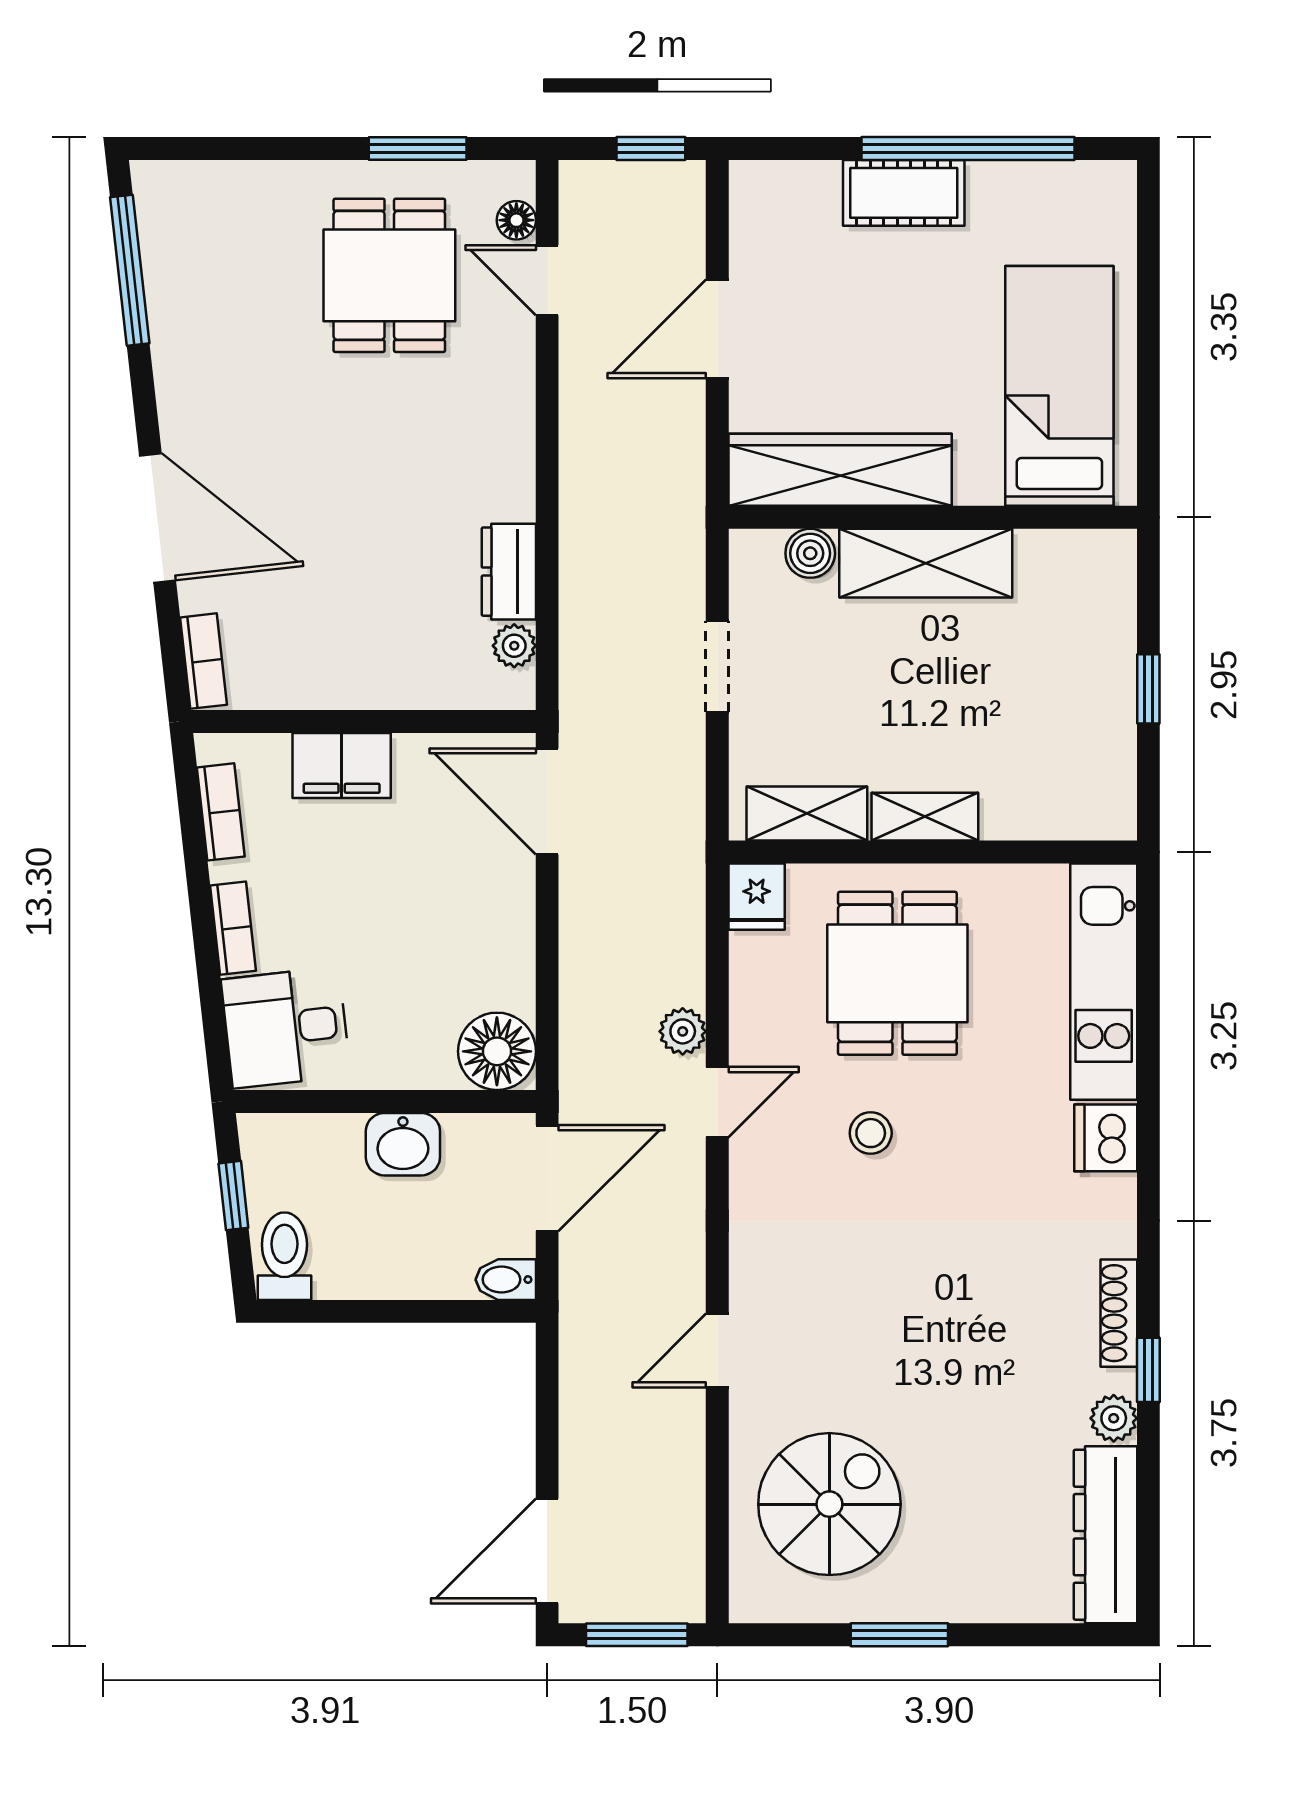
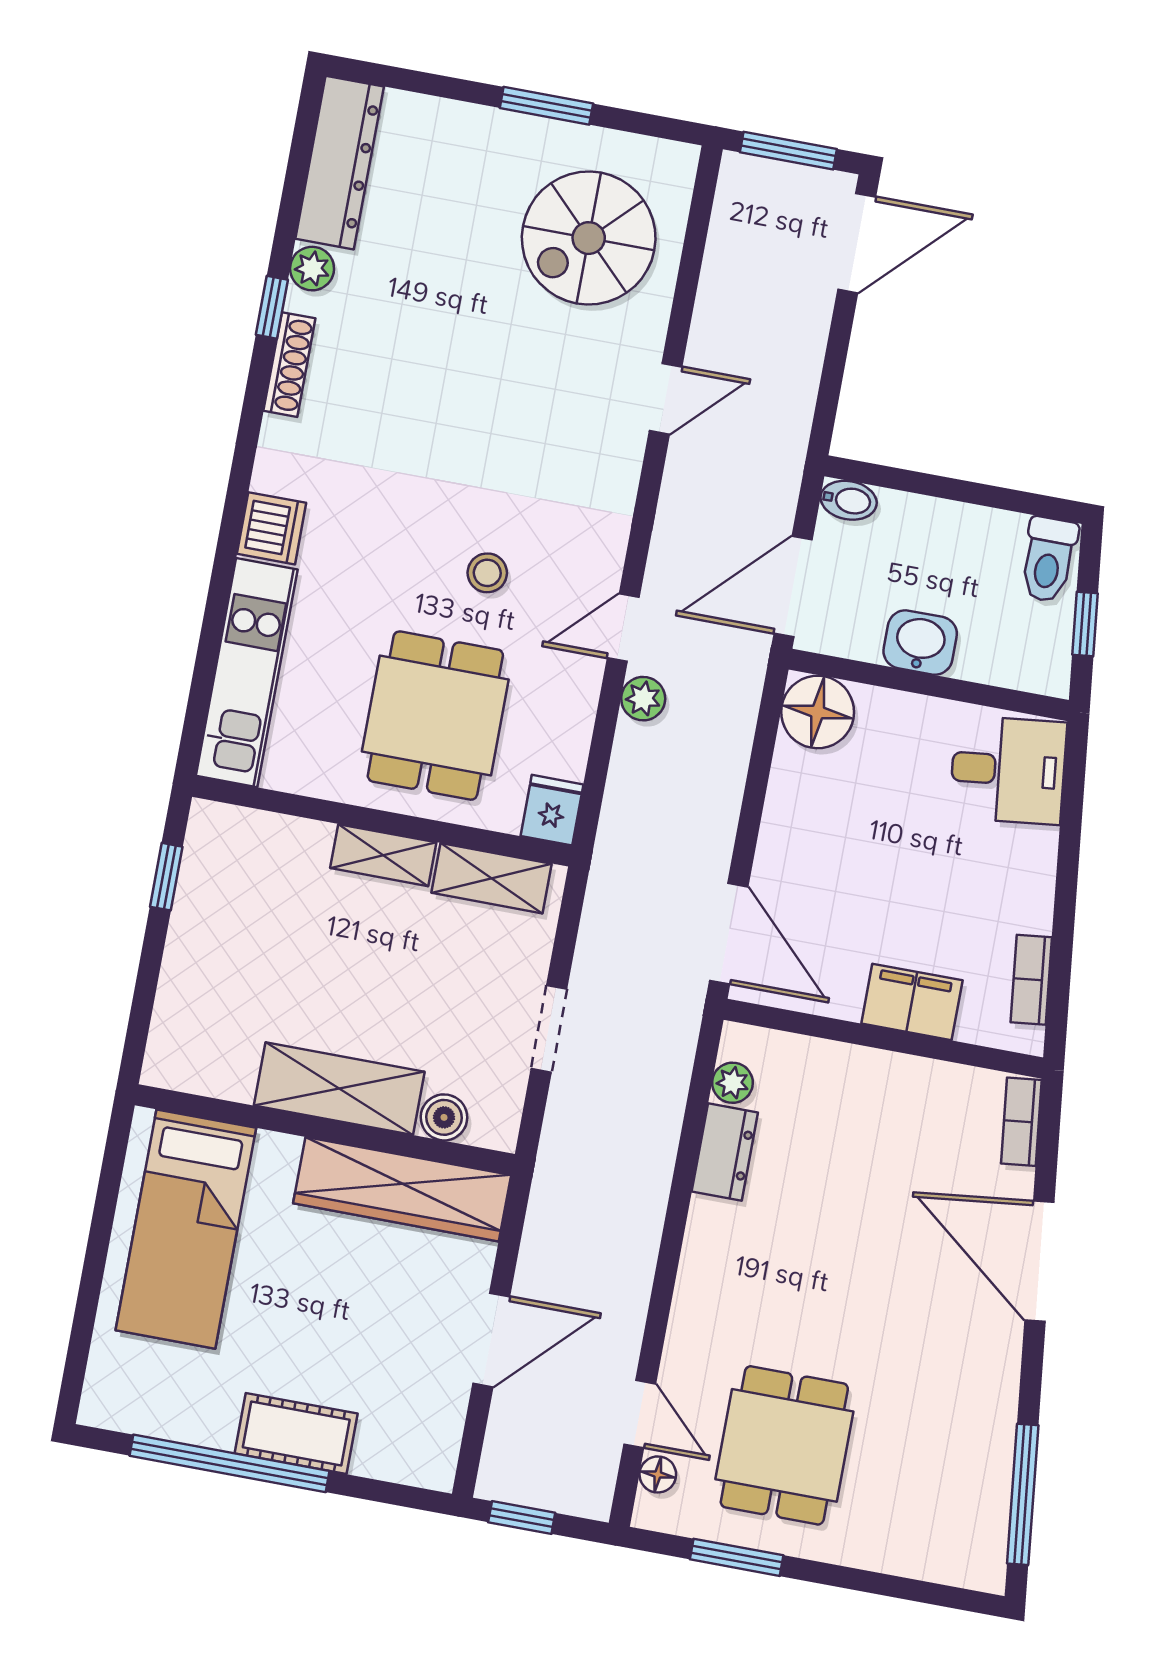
window: (1148, 689) -> (166, 877), moved
bookcase: (233, 928) -> (1040, 871), removed

